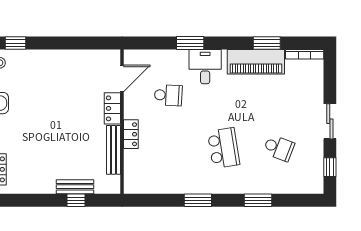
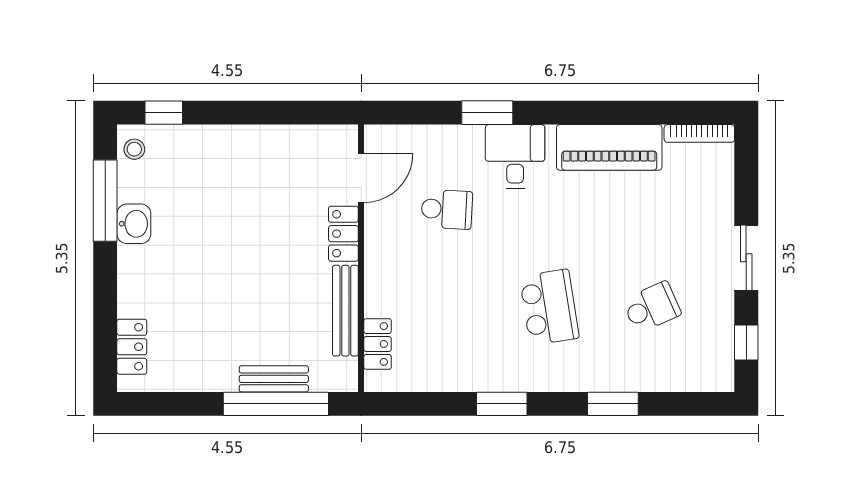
window: (267, 43) -> (629, 113), removed
locker: (131, 134) -> (378, 344), moved
school desk: (279, 148) -> (652, 307), turned -45
window: (76, 200) -> (276, 404), width x3.17

